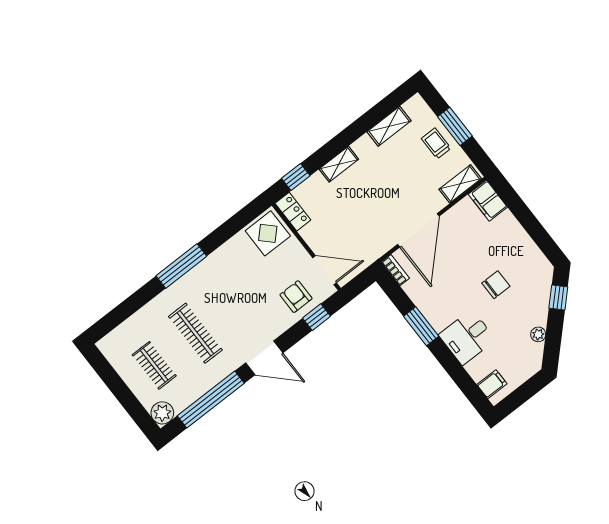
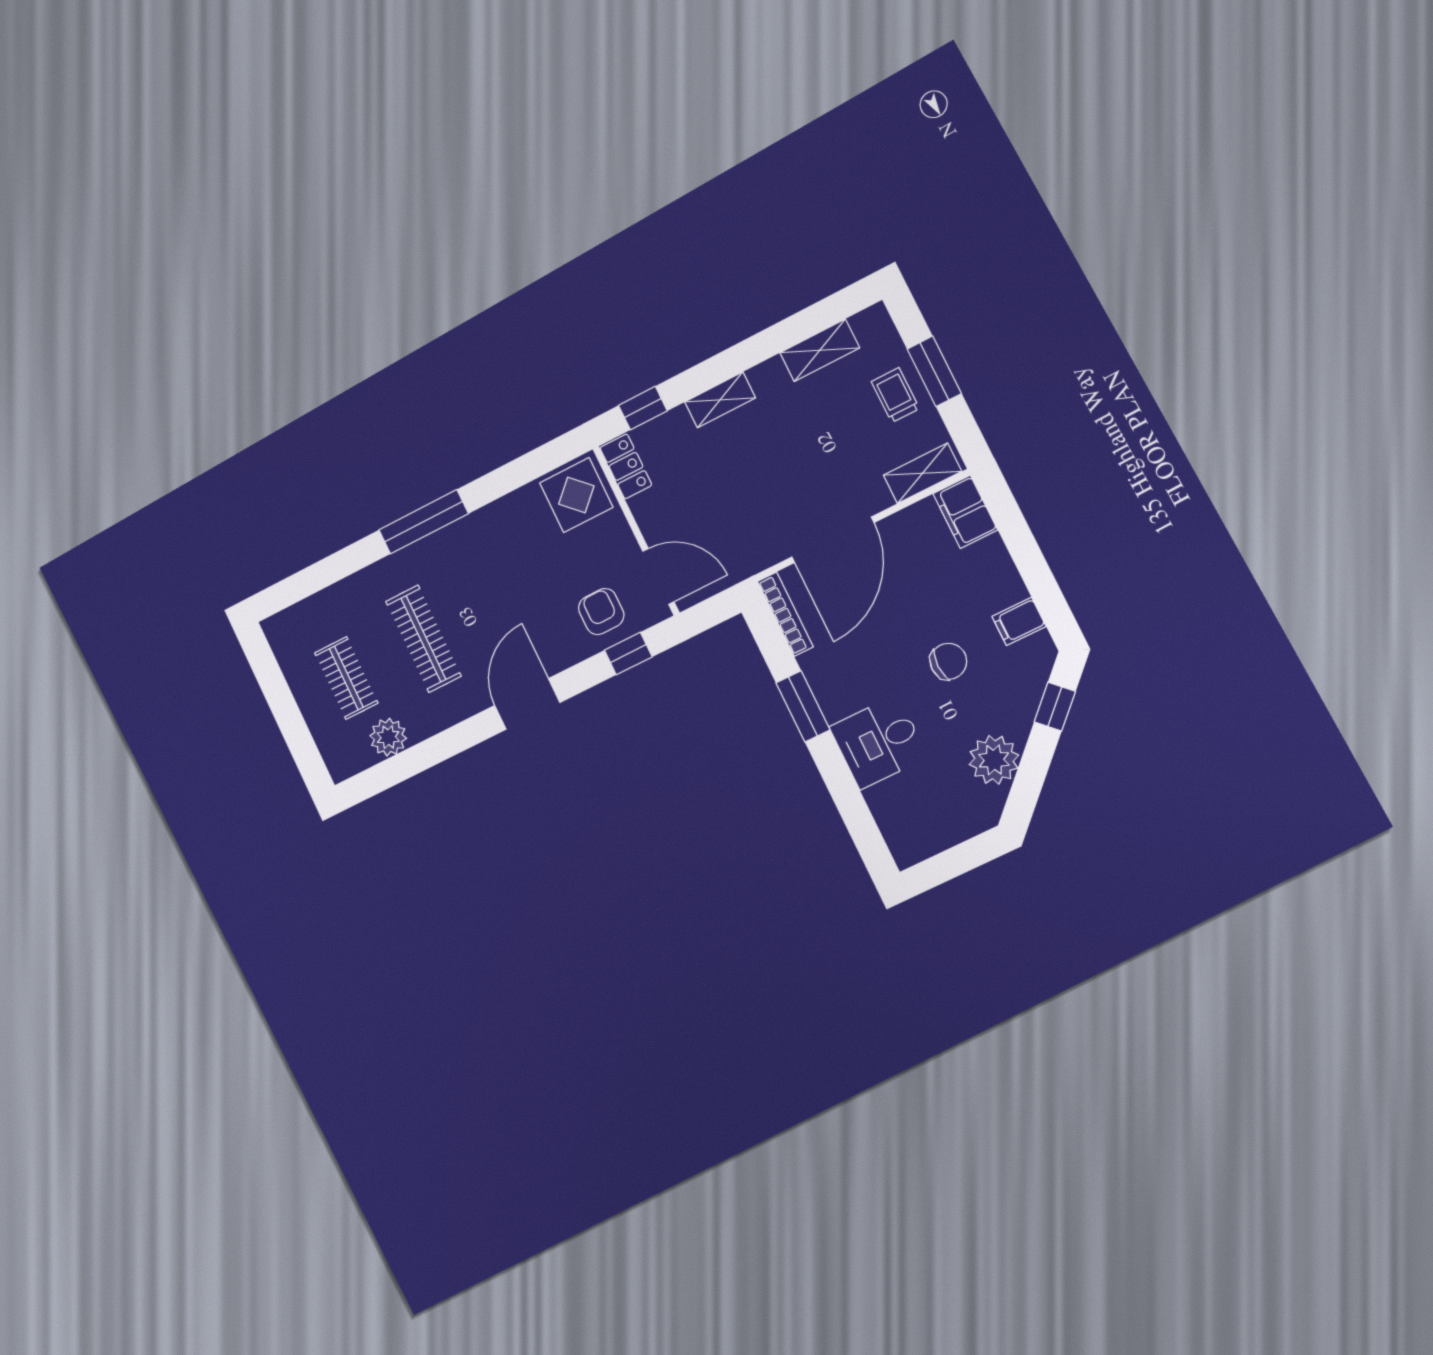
bookcase: (395, 270) -> (785, 614), width x1.56
plant: (538, 334) -> (994, 760), width x1.87, depth x1.87
door: (264, 358) -> (527, 704), swing flipped
filing cabinet: (492, 384) -> (1019, 621), moved, turned 180
window: (211, 399) -> (426, 755), removed
plant: (162, 413) -> (388, 737), moved

